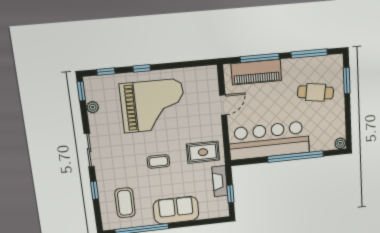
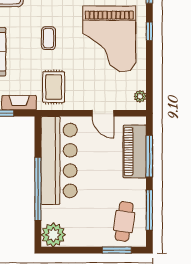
plant: (205, 72) -> (140, 96), added
cafe table: (316, 92) -> (124, 221), moved
plant: (340, 143) -> (53, 235), width x1.88, depth x1.88

